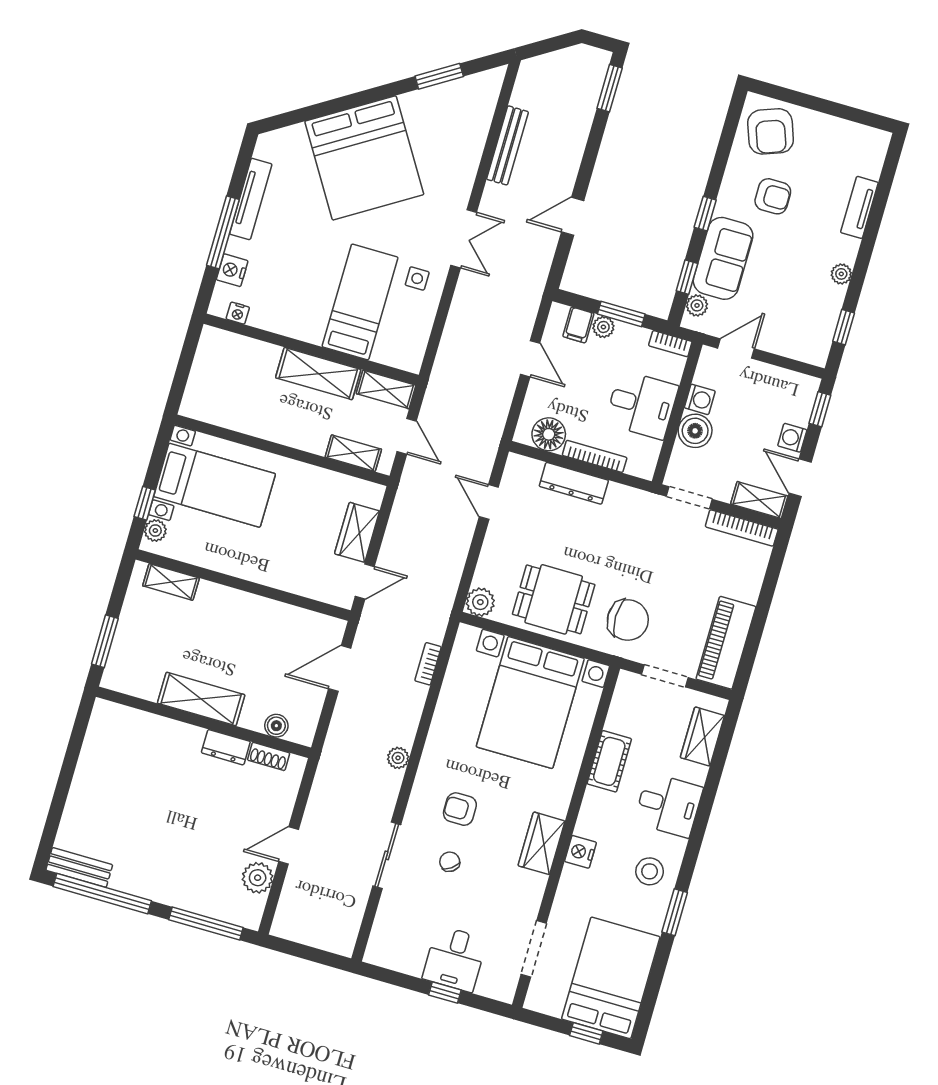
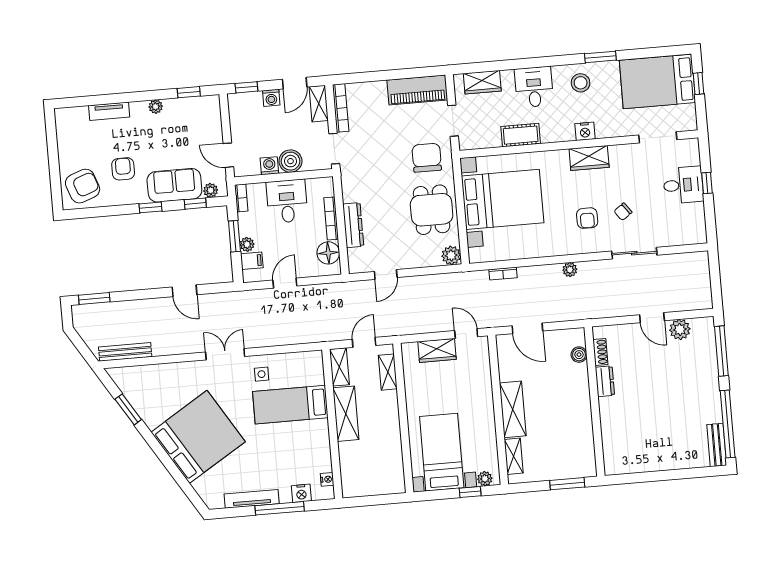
bench: (507, 145) -> (125, 352), moved
shelving: (201, 699) -> (513, 409), moved

